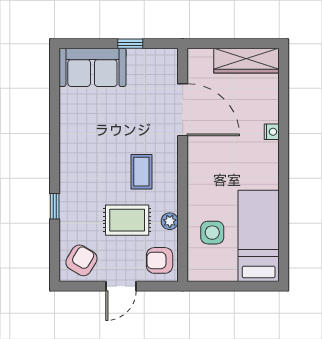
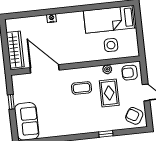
wardrobe: (247, 61) -> (15, 50), moved
door: (183, 110) -> (45, 69), hinge flipped
armchair: (160, 260) -> (130, 73), turned 90

